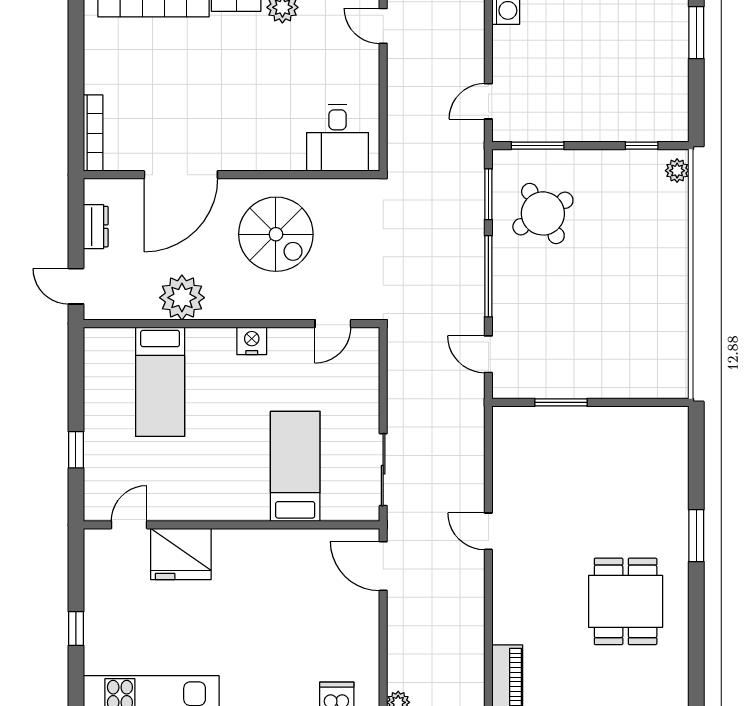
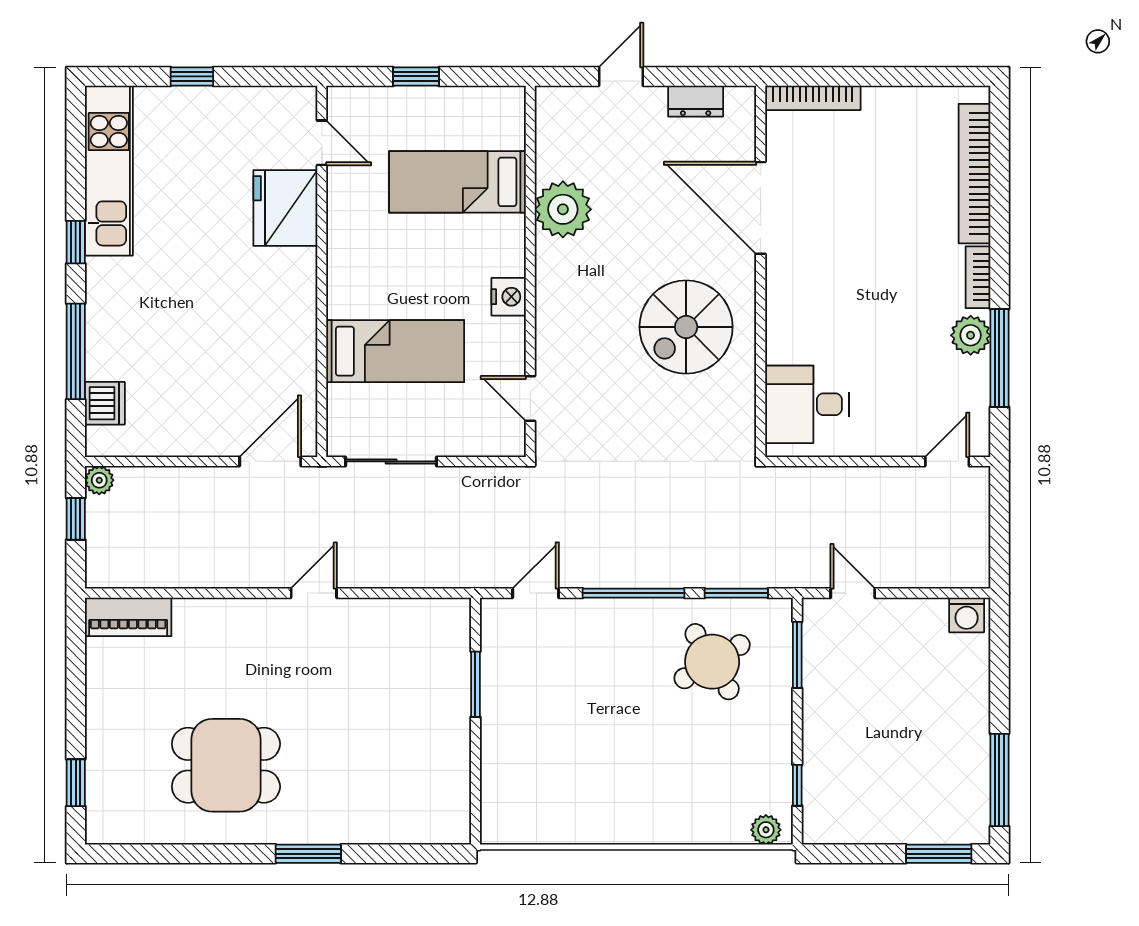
plant: (182, 298) -> (563, 209), moved
wall: (231, 324) -> (530, 271), moved
door: (333, 324) -> (530, 398), moved
nightstand: (252, 341) -> (509, 297), moved
bed: (160, 382) -> (457, 182), moved

